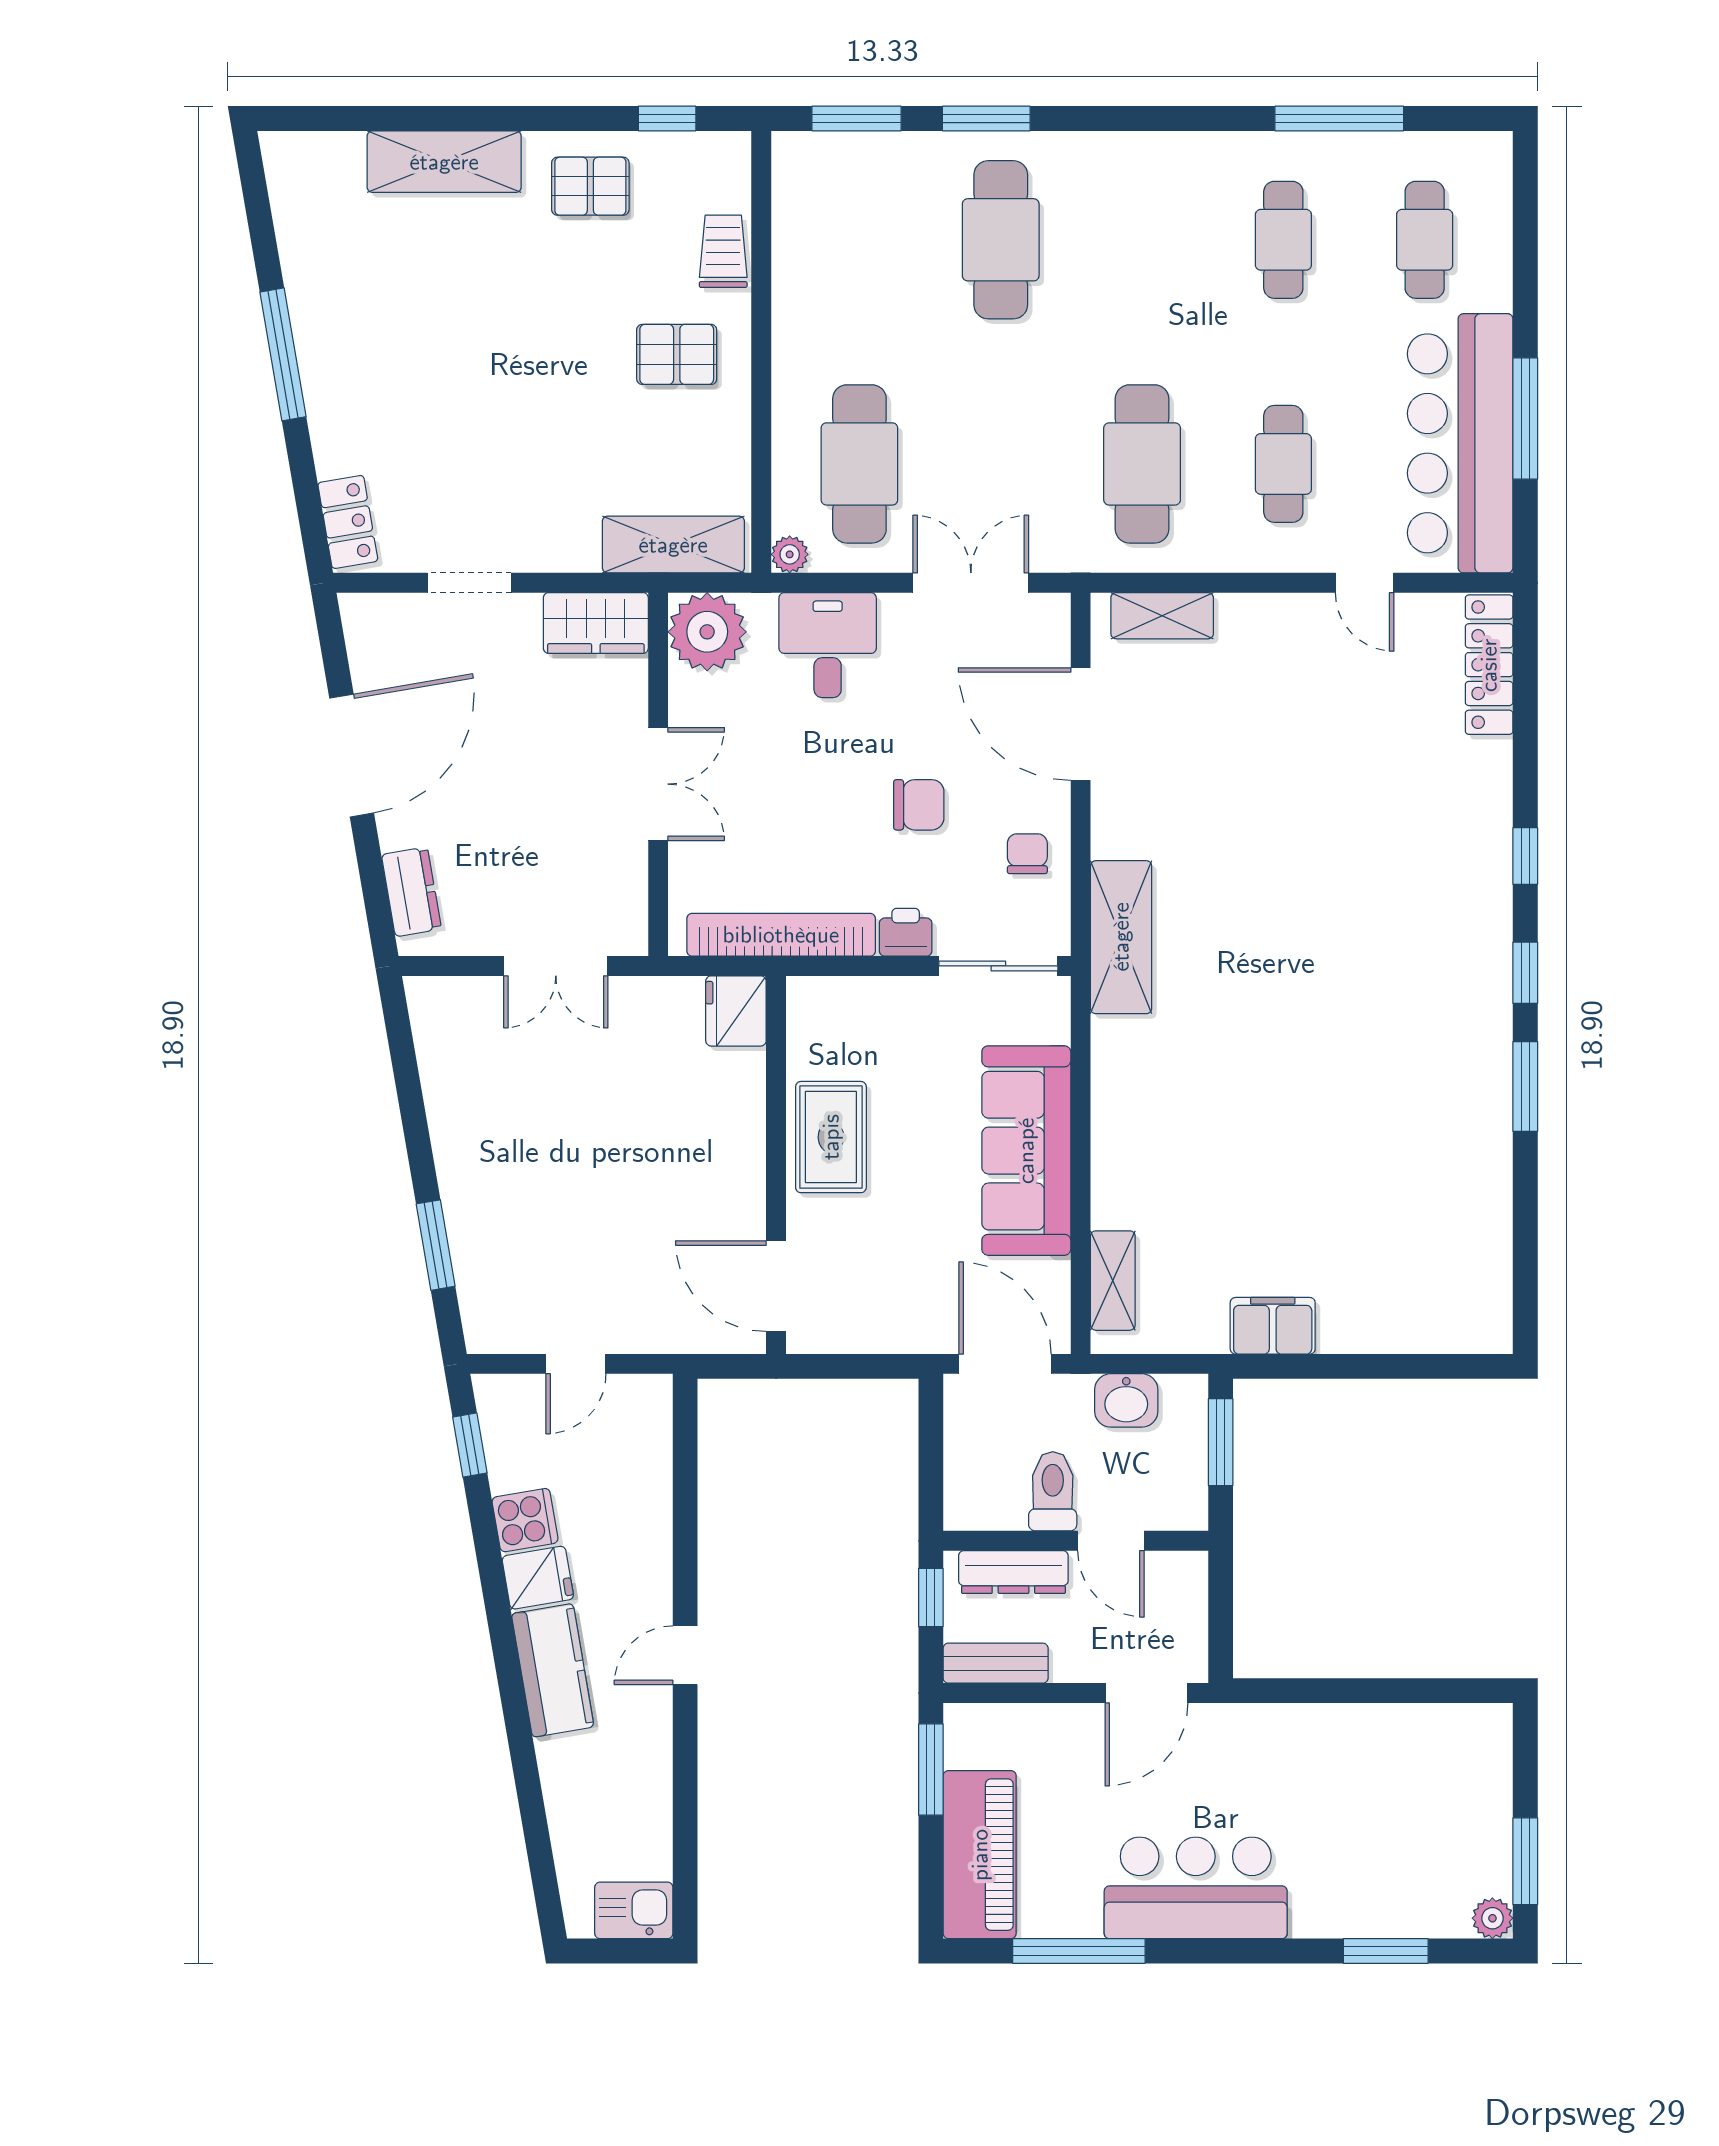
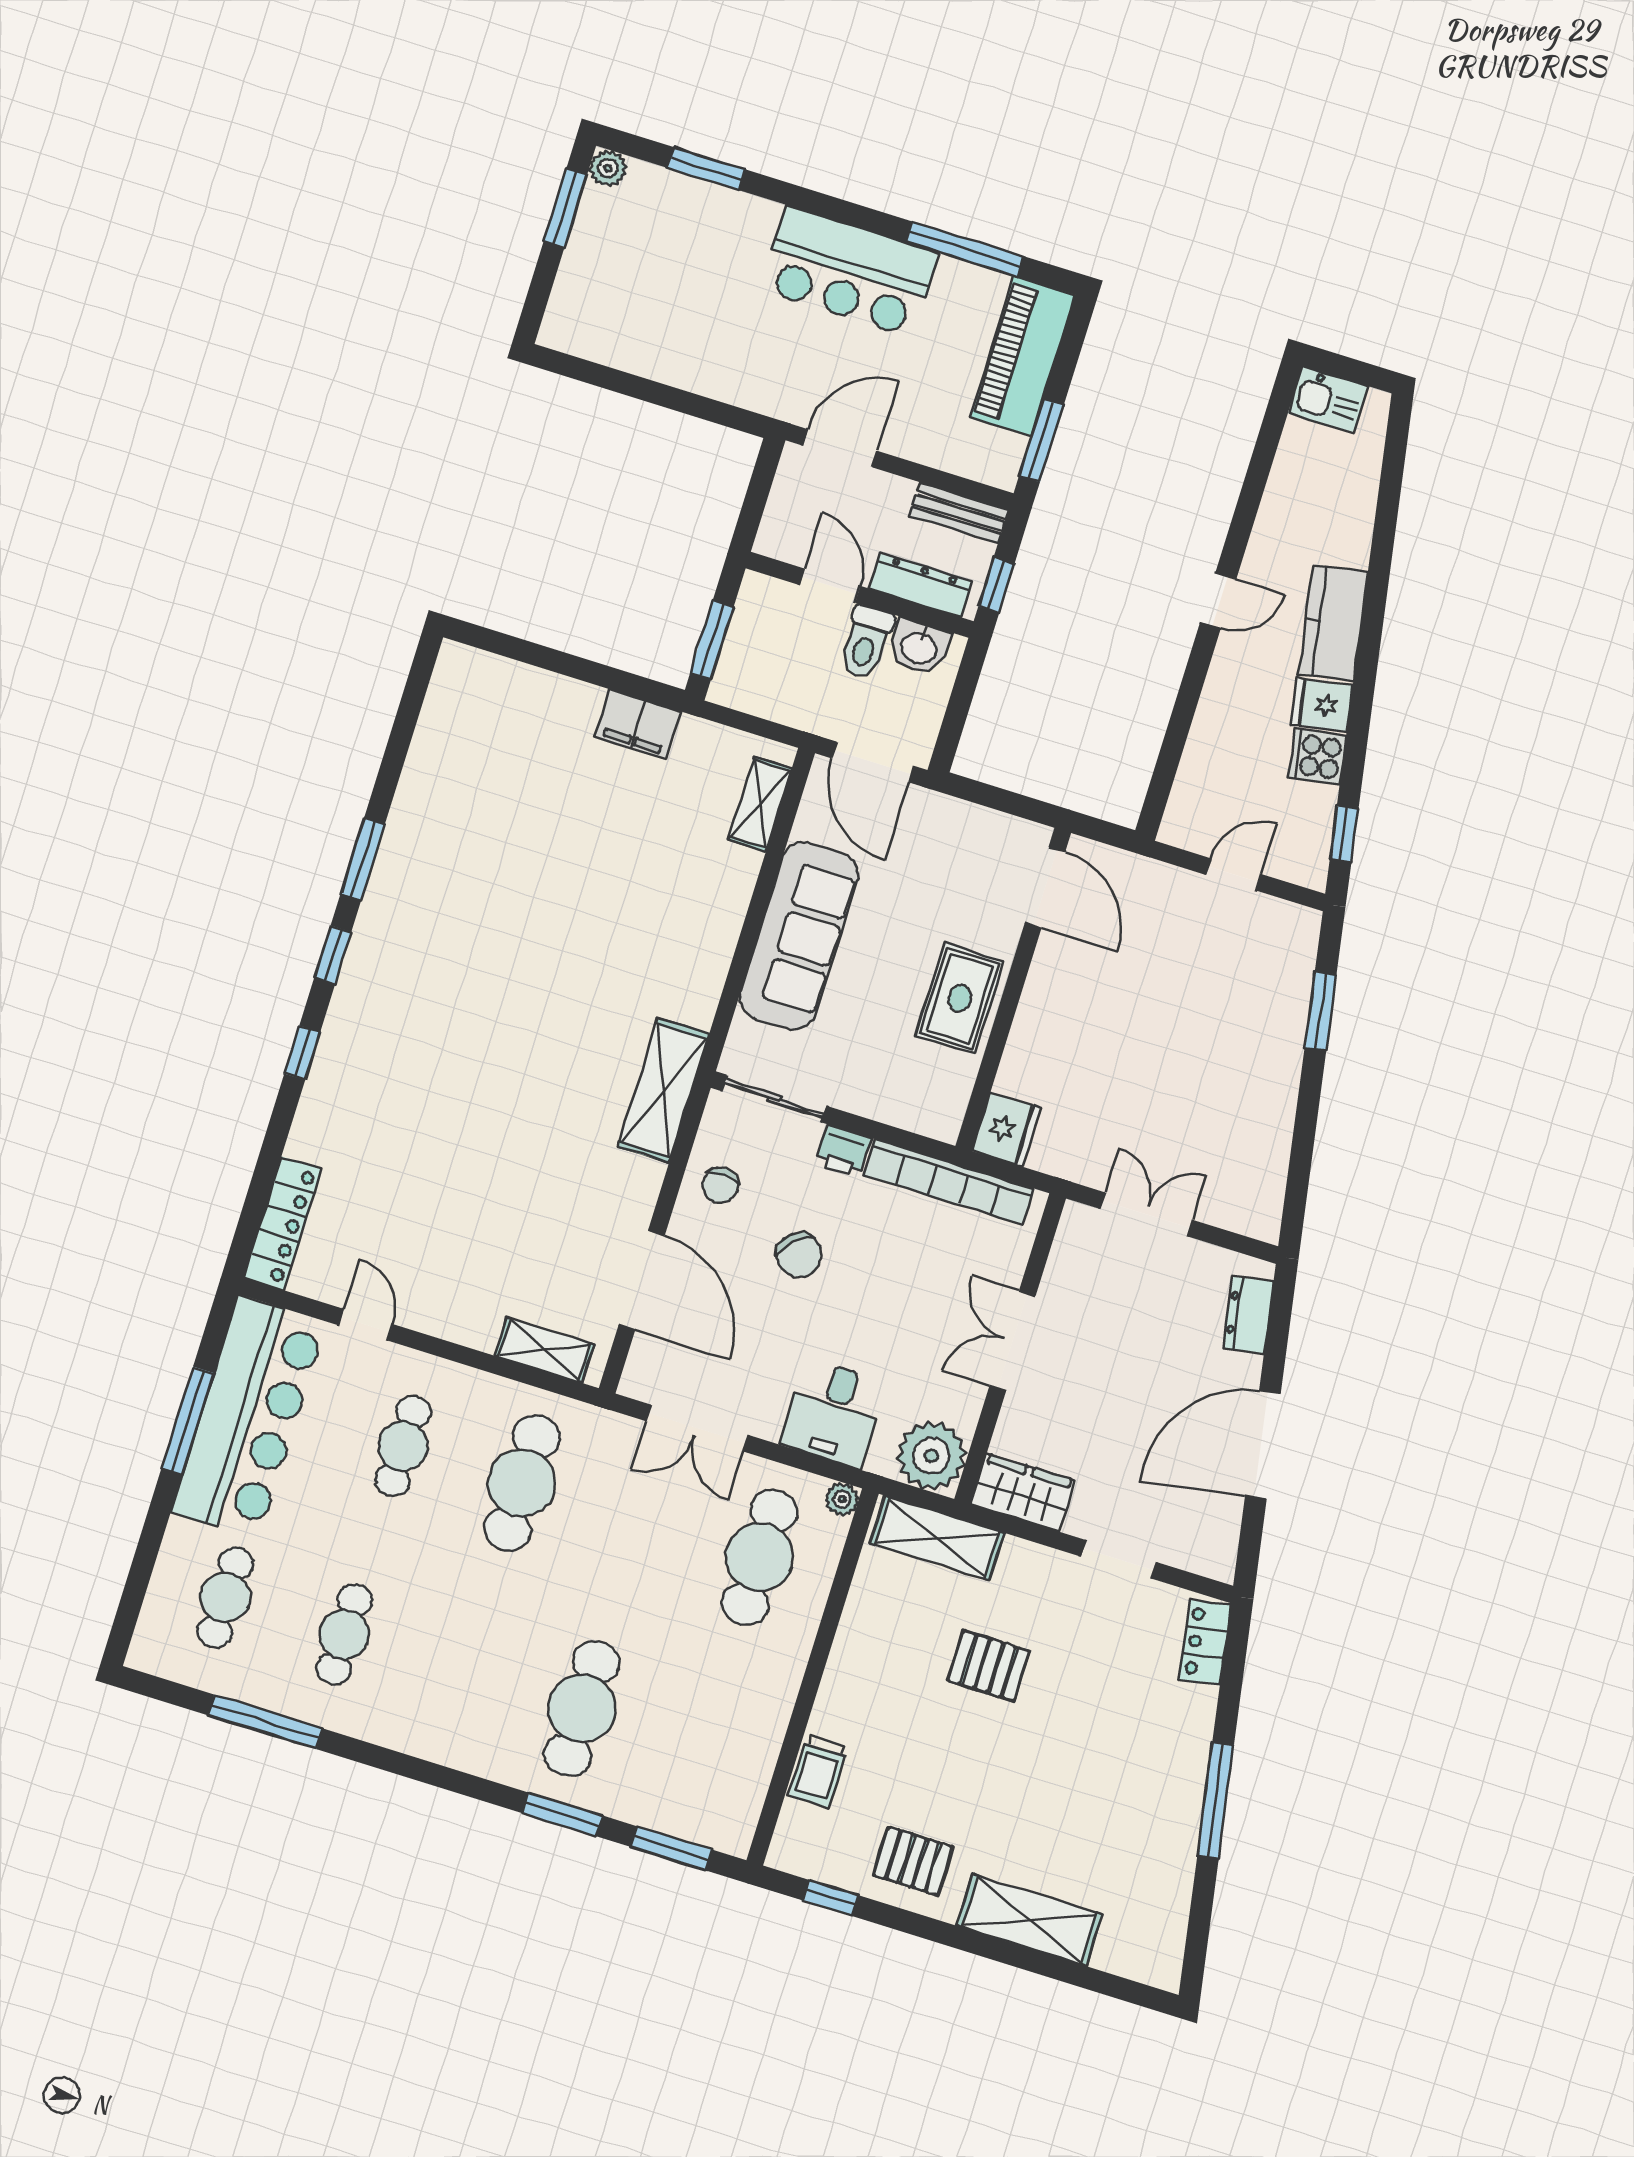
pallet: (677, 354) -> (989, 1666), moved
chair: (919, 805) -> (799, 1255), turned -132
washbasin: (1126, 1400) -> (919, 647), moved, turned 180

